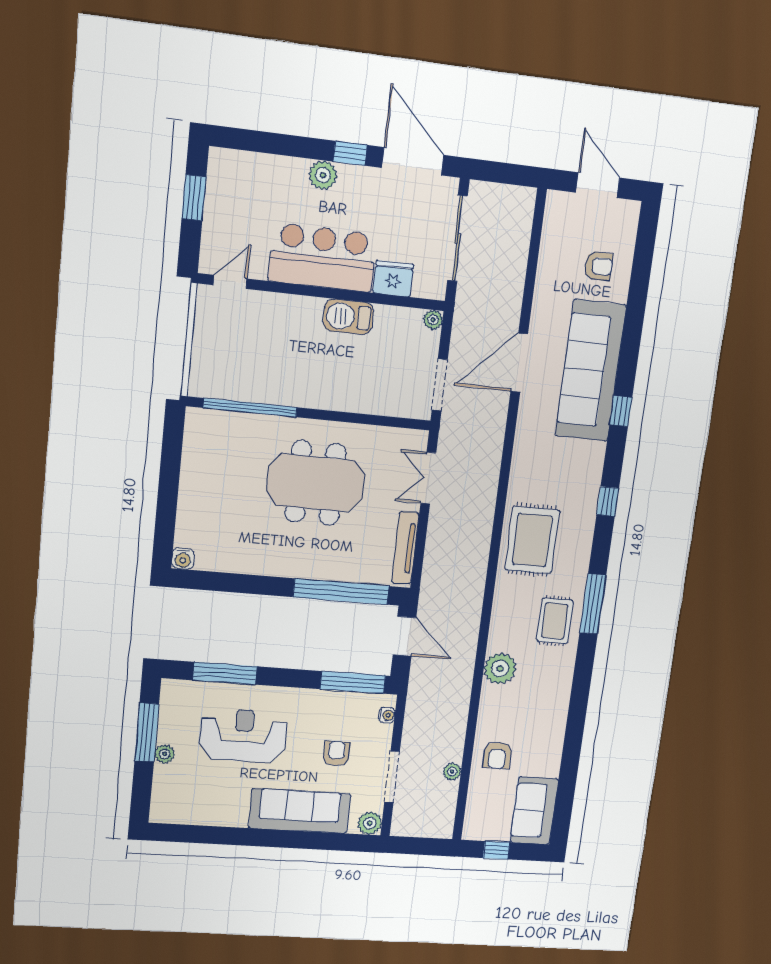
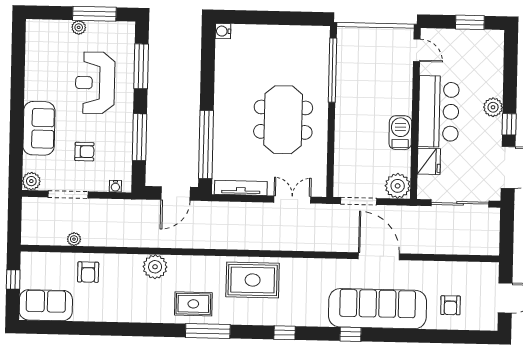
plant: (433, 320) -> (398, 186), width x1.87, depth x1.87
window: (353, 682) -> (139, 137), moved
reception desk: (243, 735) -> (95, 83), turned 180
armchair: (497, 755) -> (88, 272), turned -90
sofa: (300, 811) -> (39, 128), width x0.73

